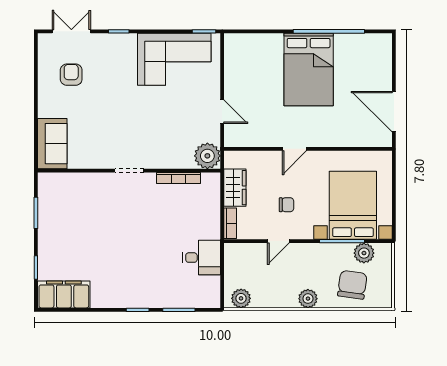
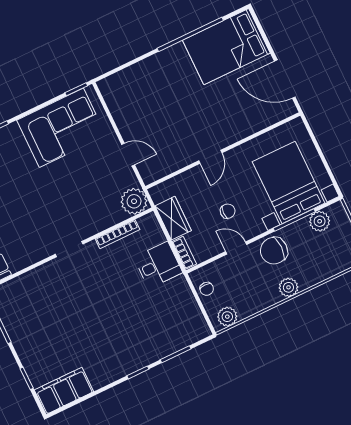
bed: (309, 70) -> (226, 47), moved, turned 90
door: (278, 241) -> (236, 248), swing flipped
desk: (202, 258) -> (158, 265), moved
chair: (235, 265) -> (207, 289), added
chair: (352, 285) -> (274, 251), moved, turned -98

